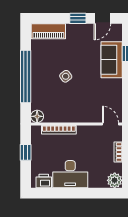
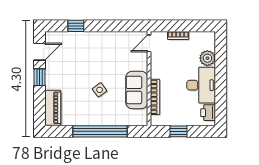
door: (102, 18) -> (39, 52), hinge flipped
sofa: (112, 60) -> (137, 90), moved, turned 90
floor lamp: (37, 116) -> (141, 119), removed
plant: (115, 180) -> (207, 58), moved

